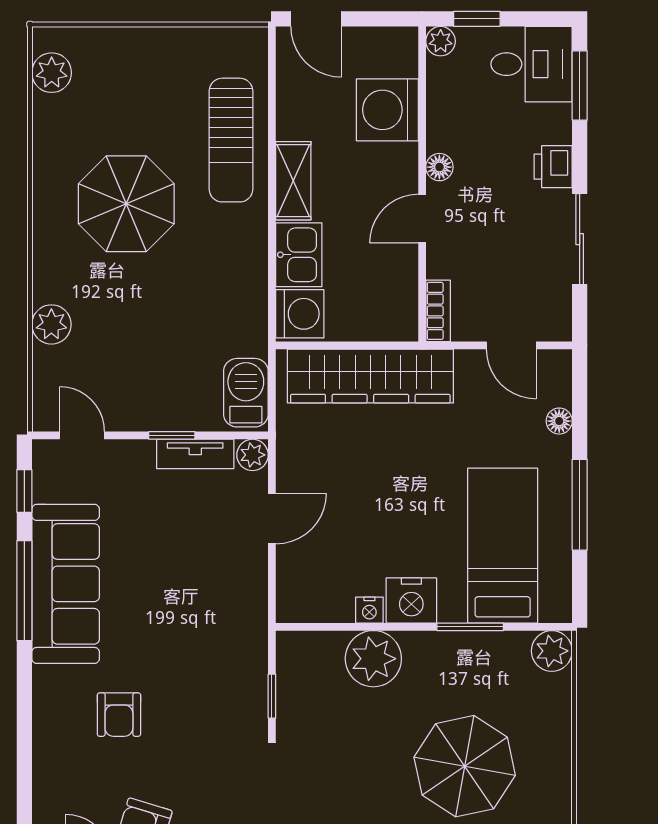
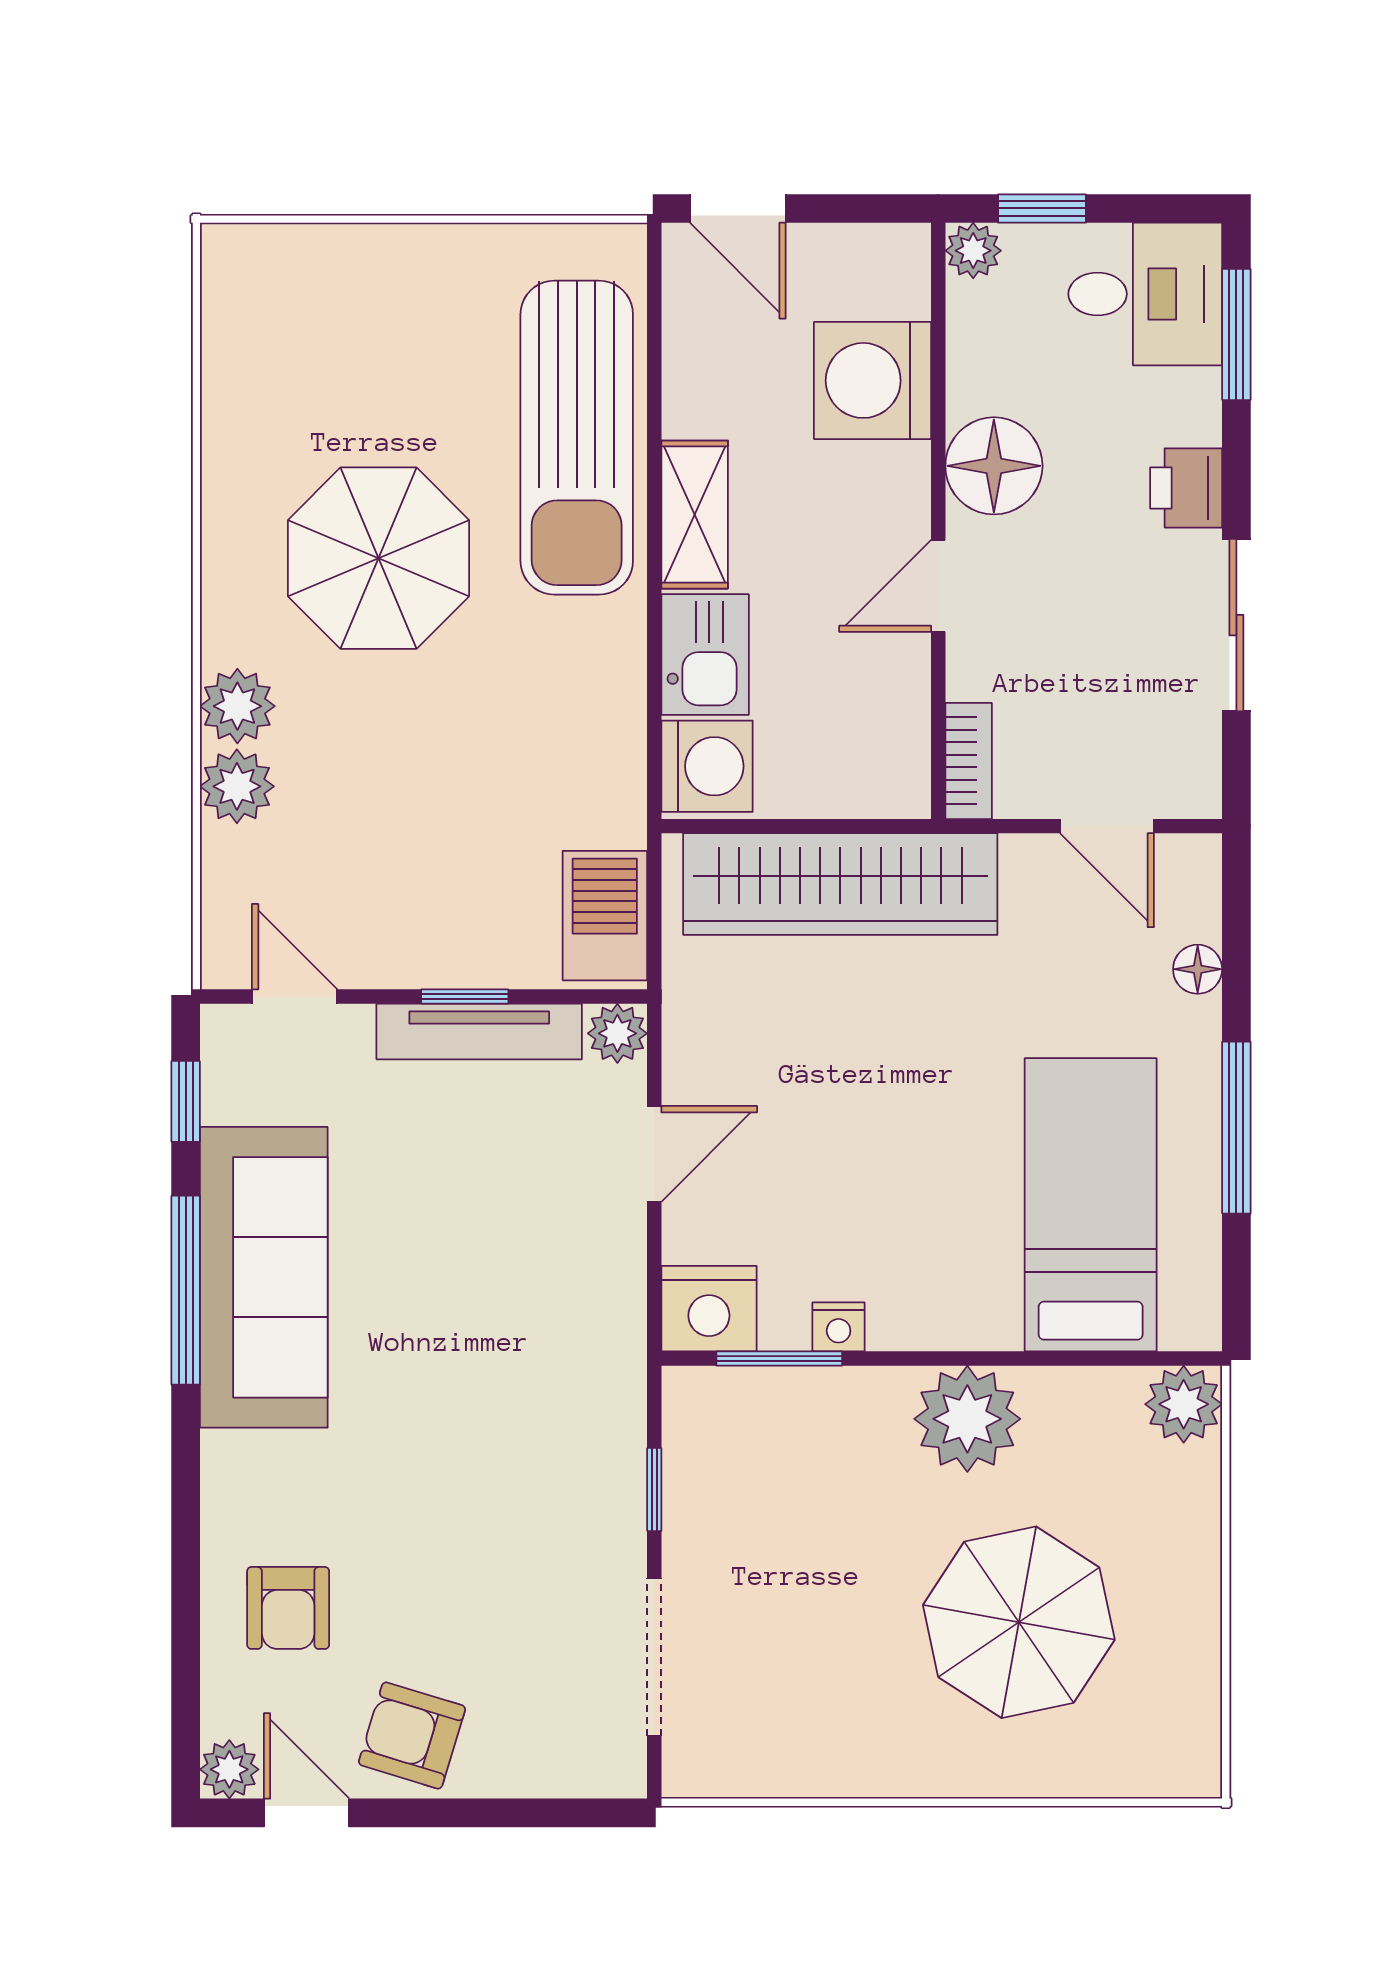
plant: (52, 73) -> (237, 706), moved
sun lounger: (231, 140) -> (577, 438), width x1.36, depth x1.34
floor lamp: (439, 167) -> (994, 466), width x1.89, depth x1.89
tv unit: (195, 454) -> (479, 1031), width x1.41
nightstand: (411, 601) -> (709, 1309), moved
window: (470, 627) -> (779, 1359), moved
plant: (373, 659) -> (967, 1419), moved
armchair: (119, 715) -> (288, 1608), moved

